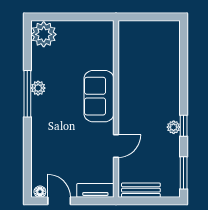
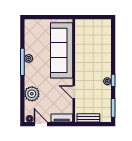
plant: (44, 34) -> (32, 94), moved
sofa: (99, 96) -> (62, 50), width x1.85, depth x1.27
door: (116, 146) -> (74, 92), swing flipped

